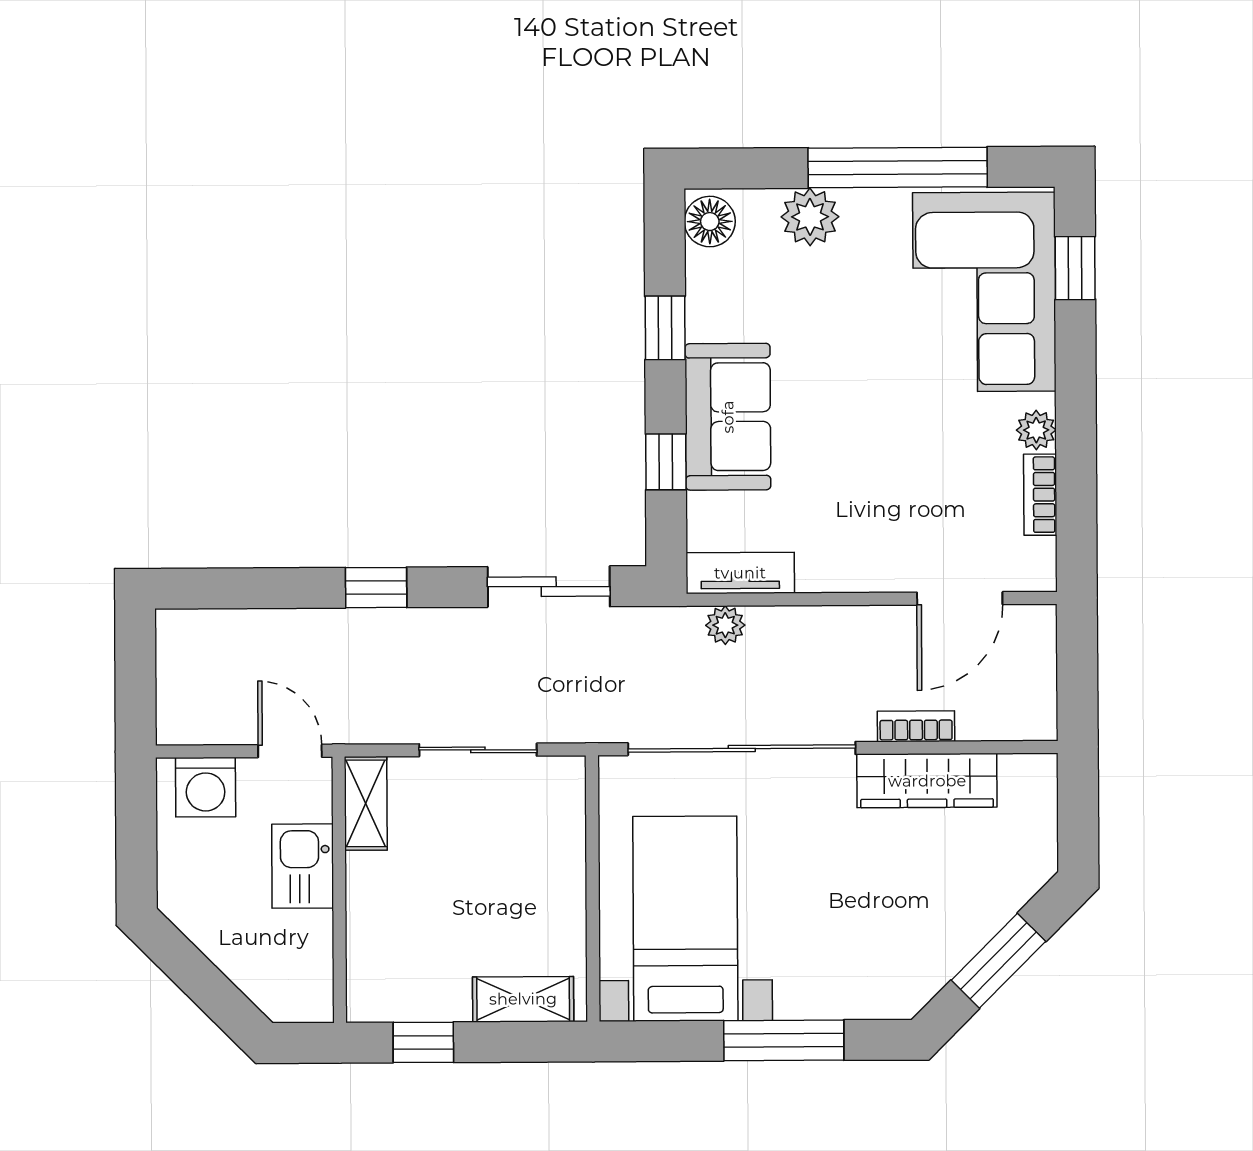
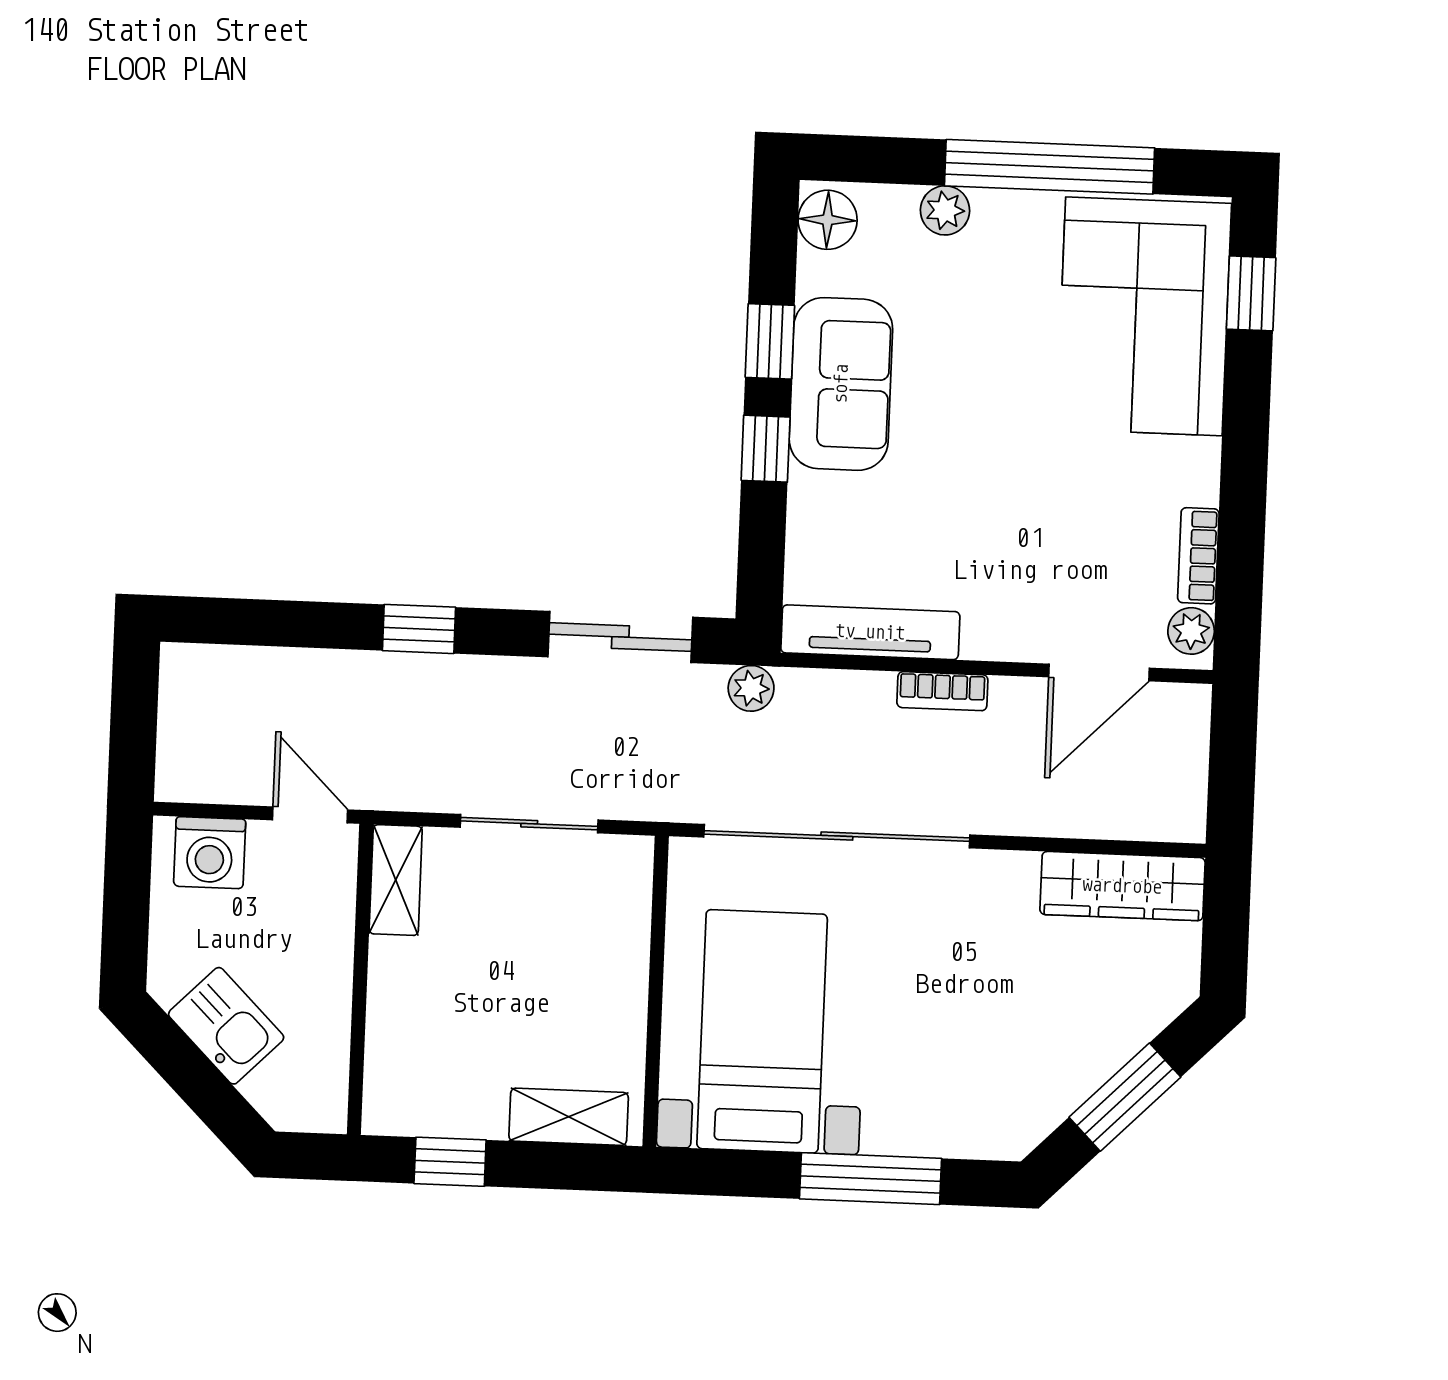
plant: (810, 217) -> (945, 210), width x0.73, depth x0.73
sofa: (728, 417) -> (841, 384), moved
plant: (1036, 430) -> (1191, 631), moved
window: (666, 462) -> (766, 449), moved
tv unit: (740, 573) -> (870, 632), width x1.41
plant: (725, 625) -> (751, 688), moved
bookcase: (916, 726) -> (942, 691), moved, turned 180
wardrobe: (927, 781) -> (1122, 886), moved
kitchen sink: (303, 866) -> (226, 1026), moved, turned 135

